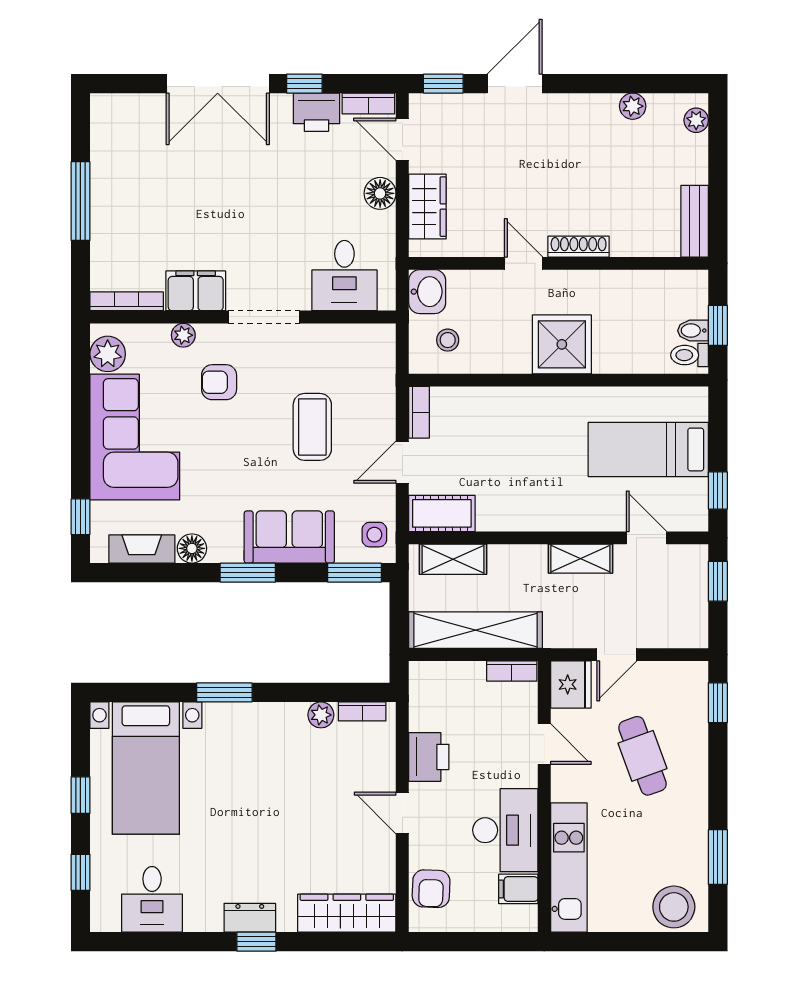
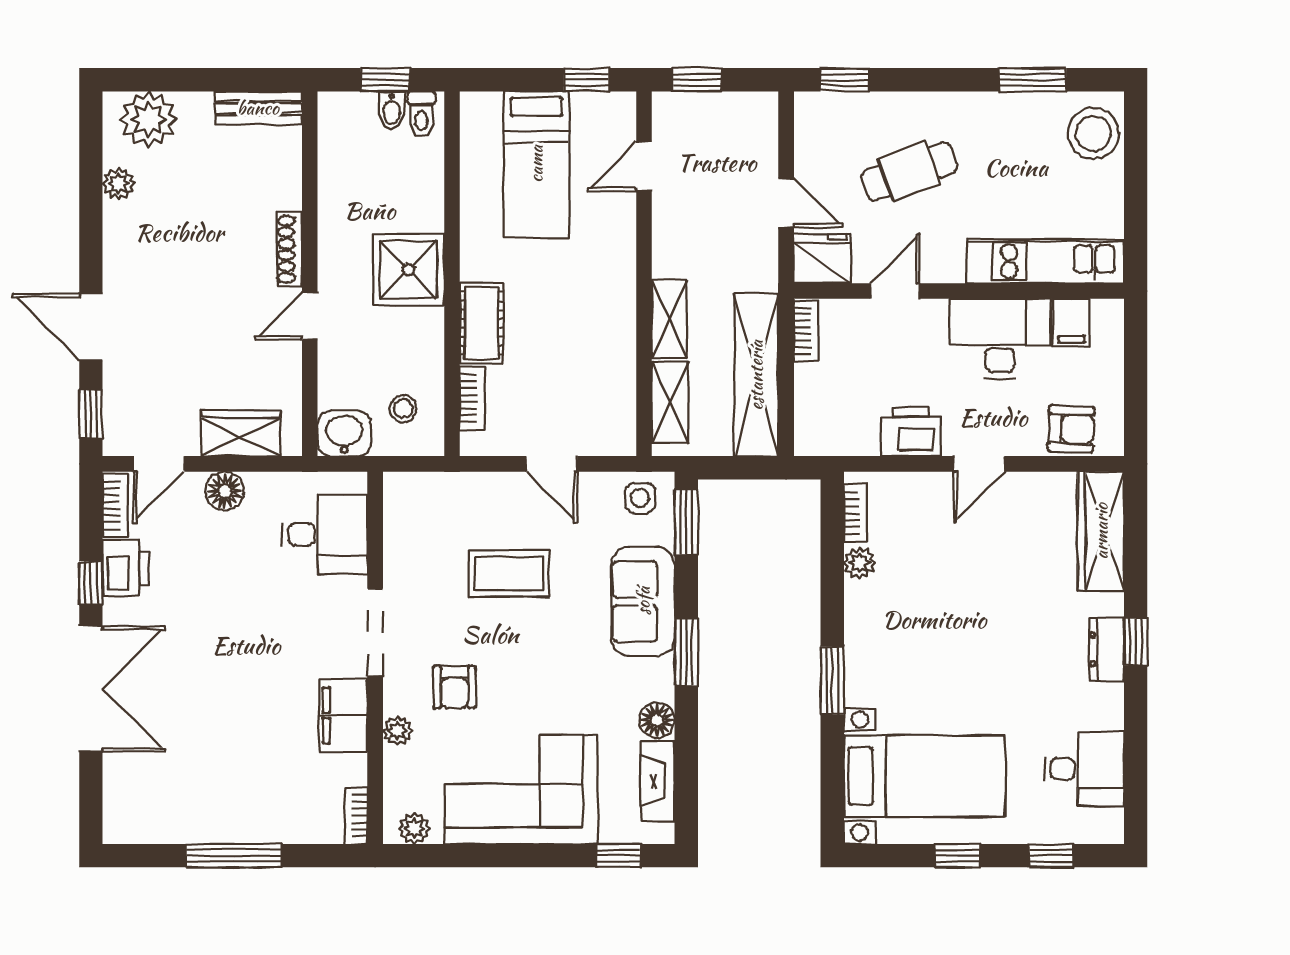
plant: (696, 120) -> (149, 119), width x1.88, depth x1.88
bookcase: (127, 301) -> (356, 816), width x0.64
plant: (108, 354) -> (414, 828), width x0.73, depth x0.73
bookcase: (419, 412) -> (472, 398), moved, turned 90
cot: (442, 513) -> (482, 323), moved
shelving: (580, 559) -> (669, 319), moved

